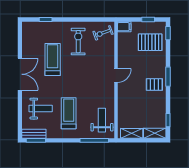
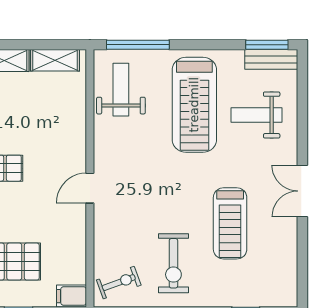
double door: (20, 74) -> (302, 191), width x0.73
treadmill: (69, 113) -> (194, 105), width x1.37, depth x1.38
weight bench: (102, 120) -> (121, 90), turned 180

